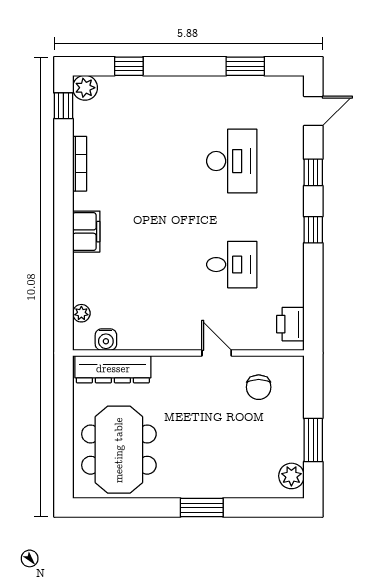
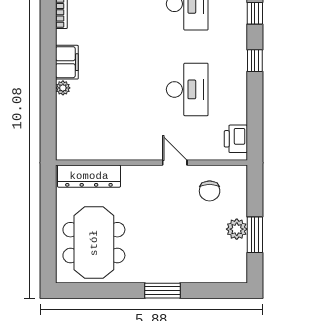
desk: (232, 265) -> (187, 89), width x1.37
plant: (81, 313) -> (63, 88), moved
water cooler: (106, 340) -> (83, 152), removed
plant: (291, 476) -> (237, 229), moved

